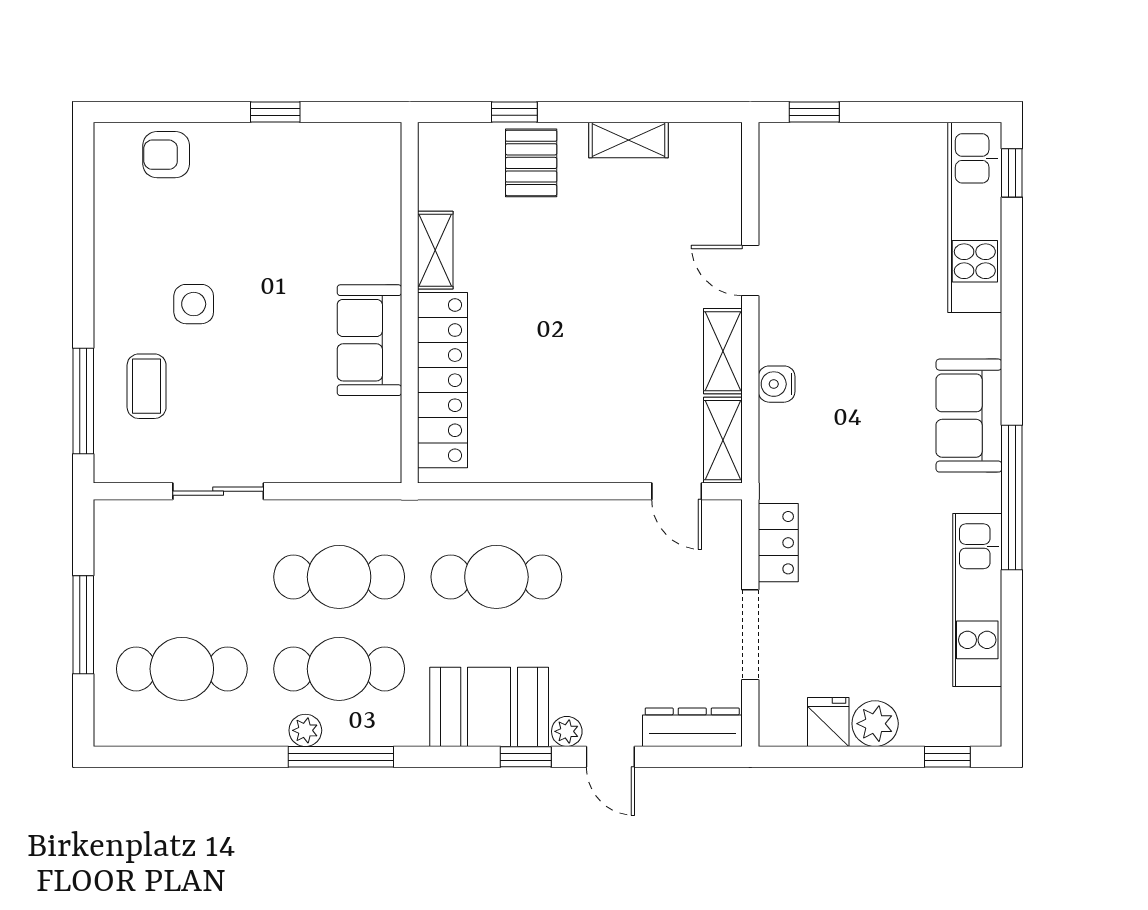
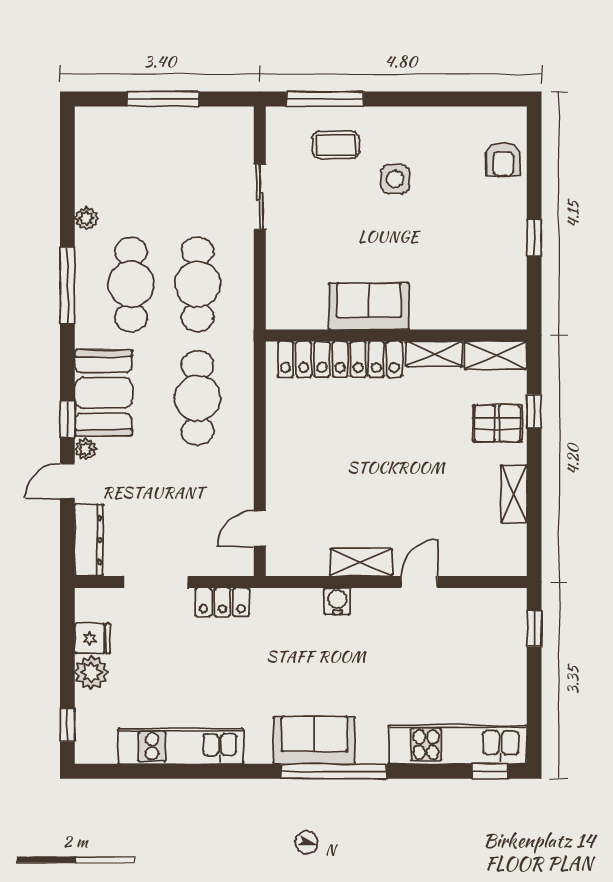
armchair: (166, 155) -> (503, 159), turned 180
shelving: (723, 440) -> (496, 355), moved
window: (1012, 498) -> (334, 771), moved
cafe table: (182, 669) -> (131, 170), removed
plant: (305, 730) -> (86, 218), moved

